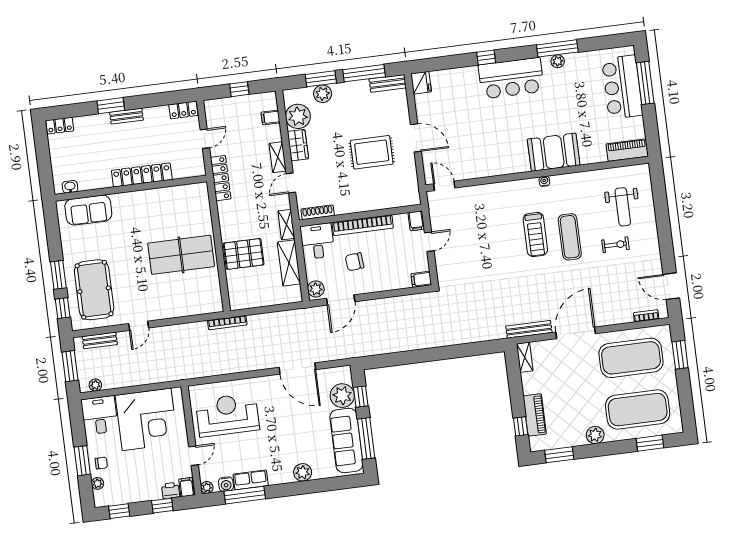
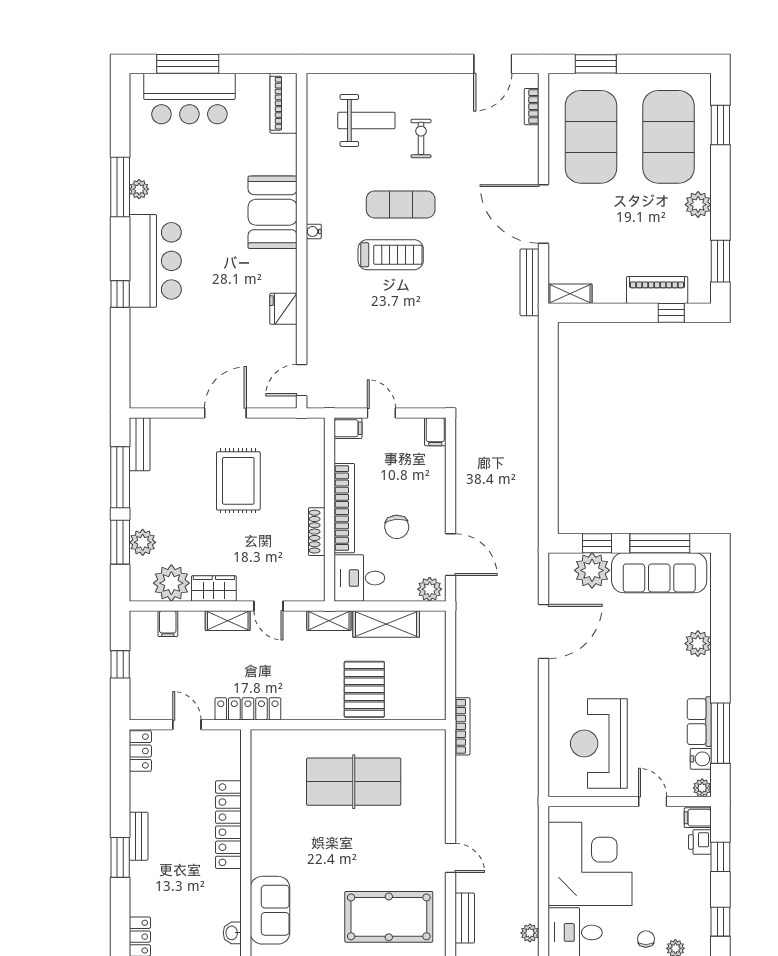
fridge: (421, 83) -> (283, 309), moved, turned -90
shoe rack: (318, 212) -> (317, 532), moved
table tennis table: (181, 255) -> (354, 782), turned 90

